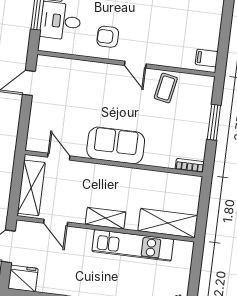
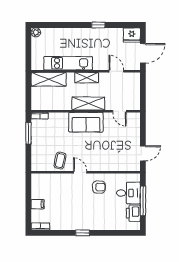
filing cabinet: (207, 58) -> (38, 204), moved
window: (214, 122) -> (28, 133), moved
shelving: (31, 188) -> (88, 104), moved, turned 90

